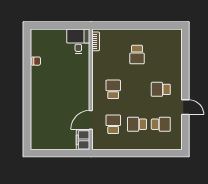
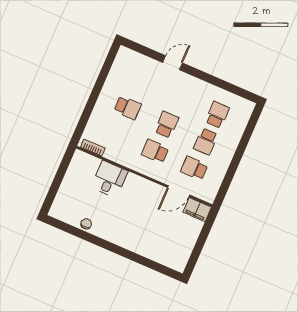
desk: (78, 41) -> (109, 179), moved, turned 90
school desk: (161, 89) -> (167, 125), moved, turned 180
door: (185, 107) -> (173, 63), moved
door: (91, 120) -> (179, 191), hinge flipped

